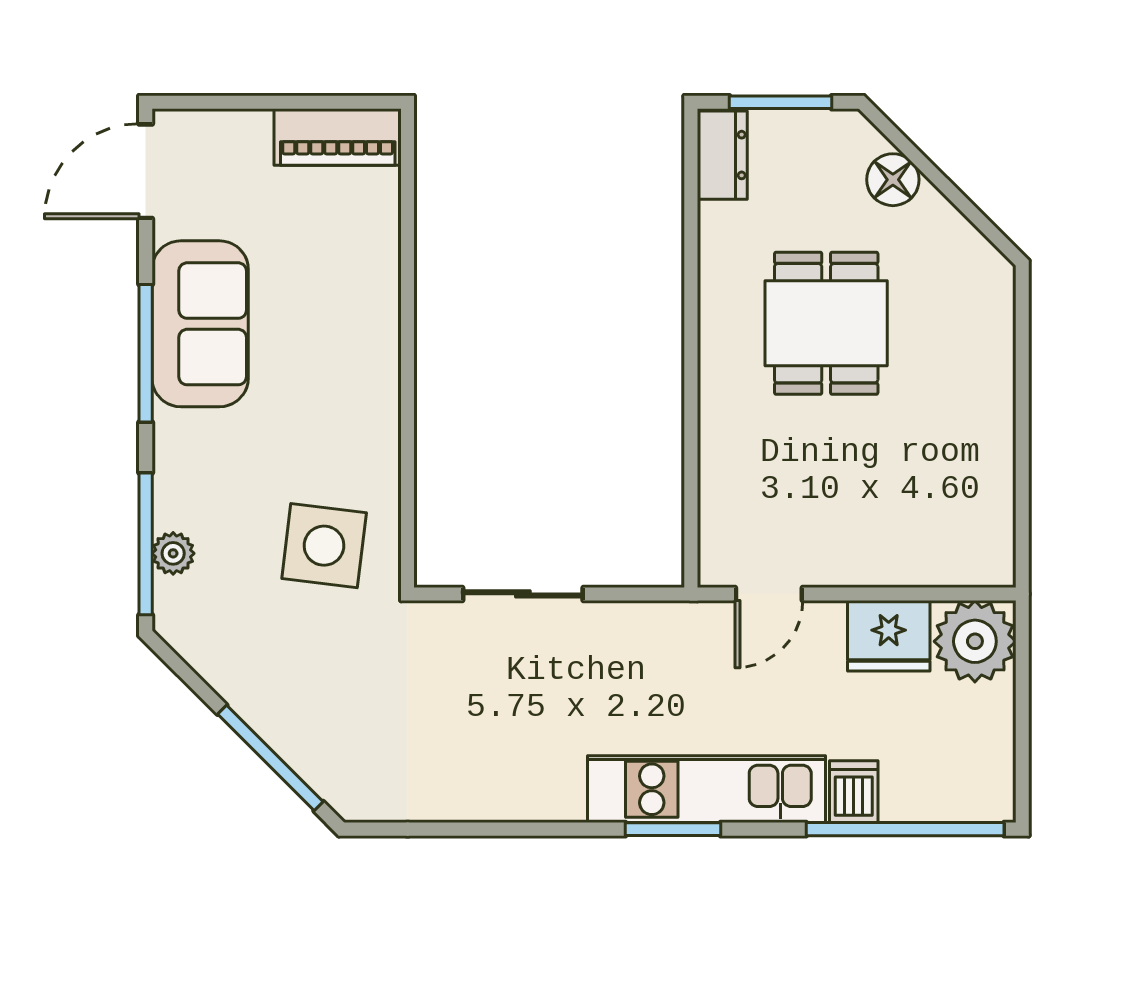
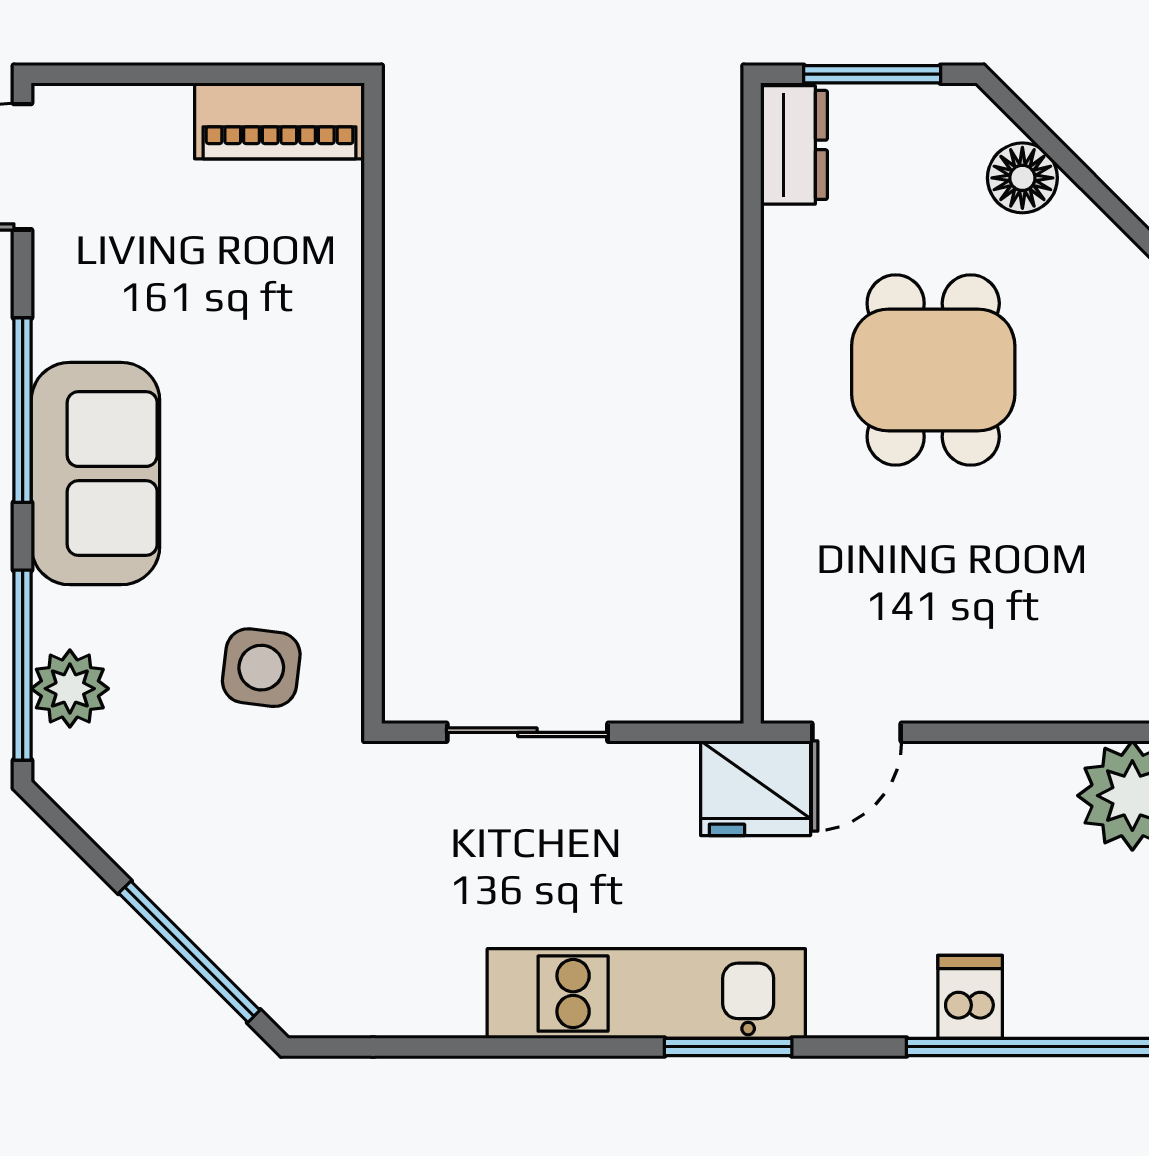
sofa: (200, 324) -> (95, 474), moved
side table: (324, 546) -> (261, 668), width x0.73, depth x0.73
plant: (173, 553) -> (70, 689), width x1.38, depth x1.38
fridge: (889, 636) -> (756, 788), moved
kitchen unit: (706, 789) -> (646, 994), moved

